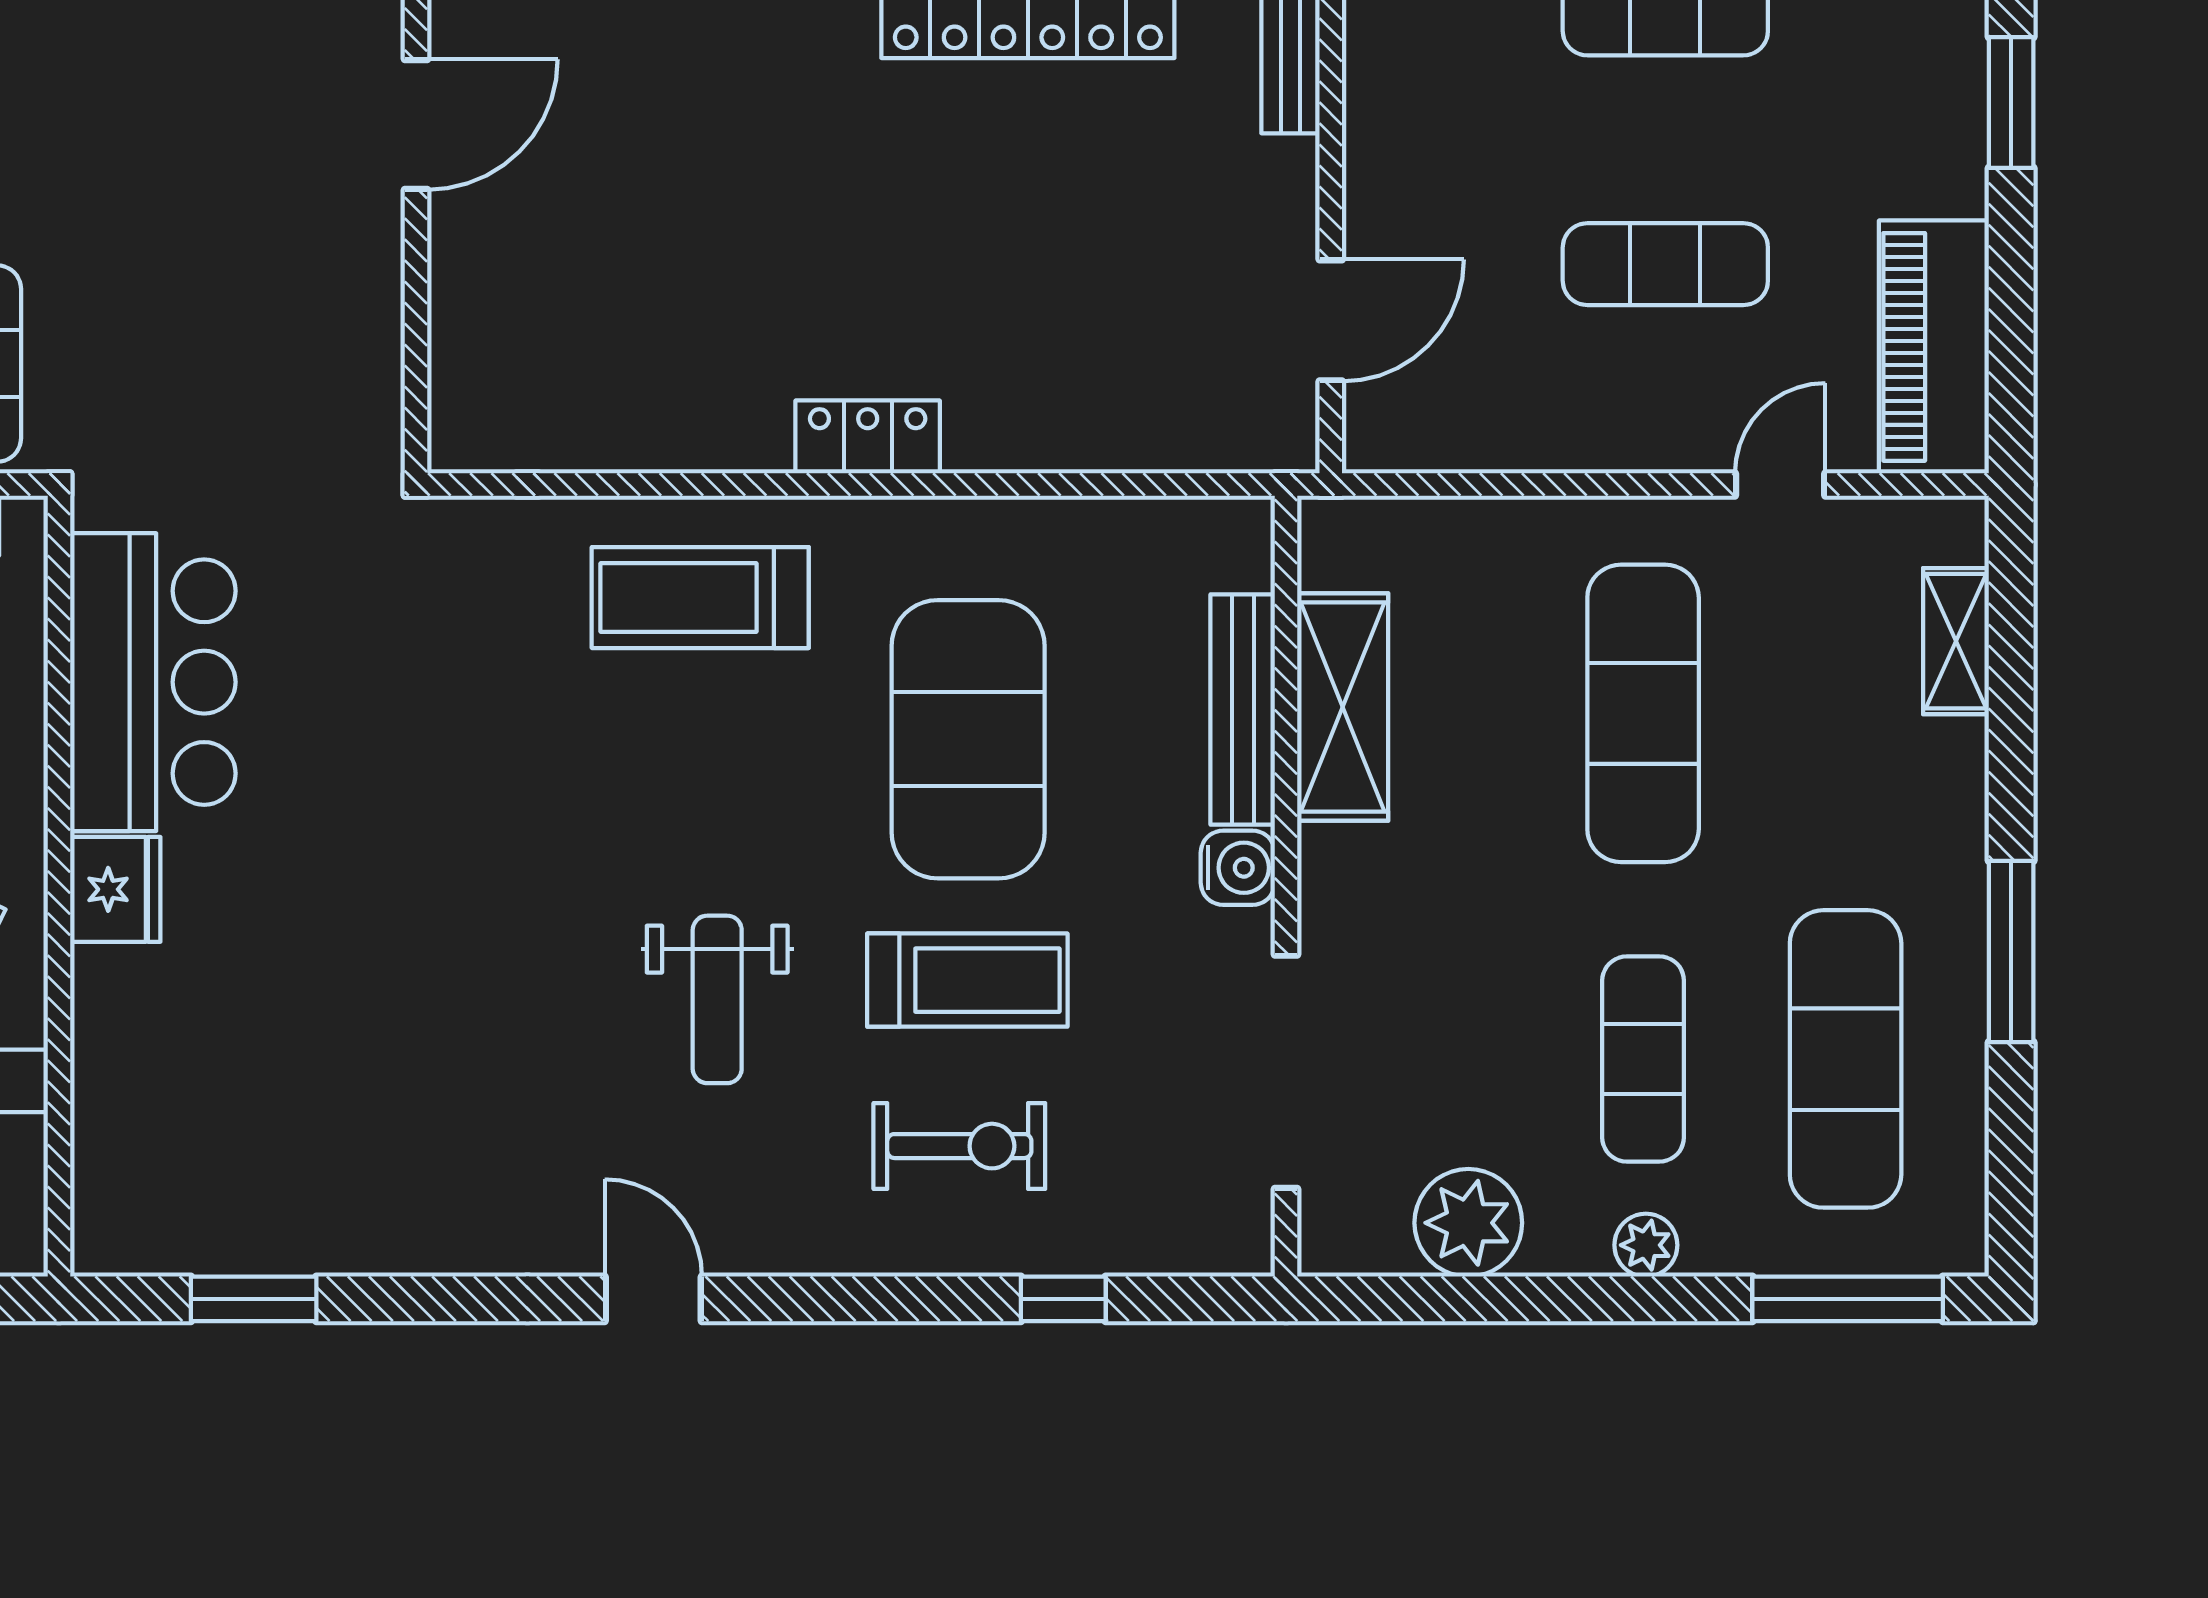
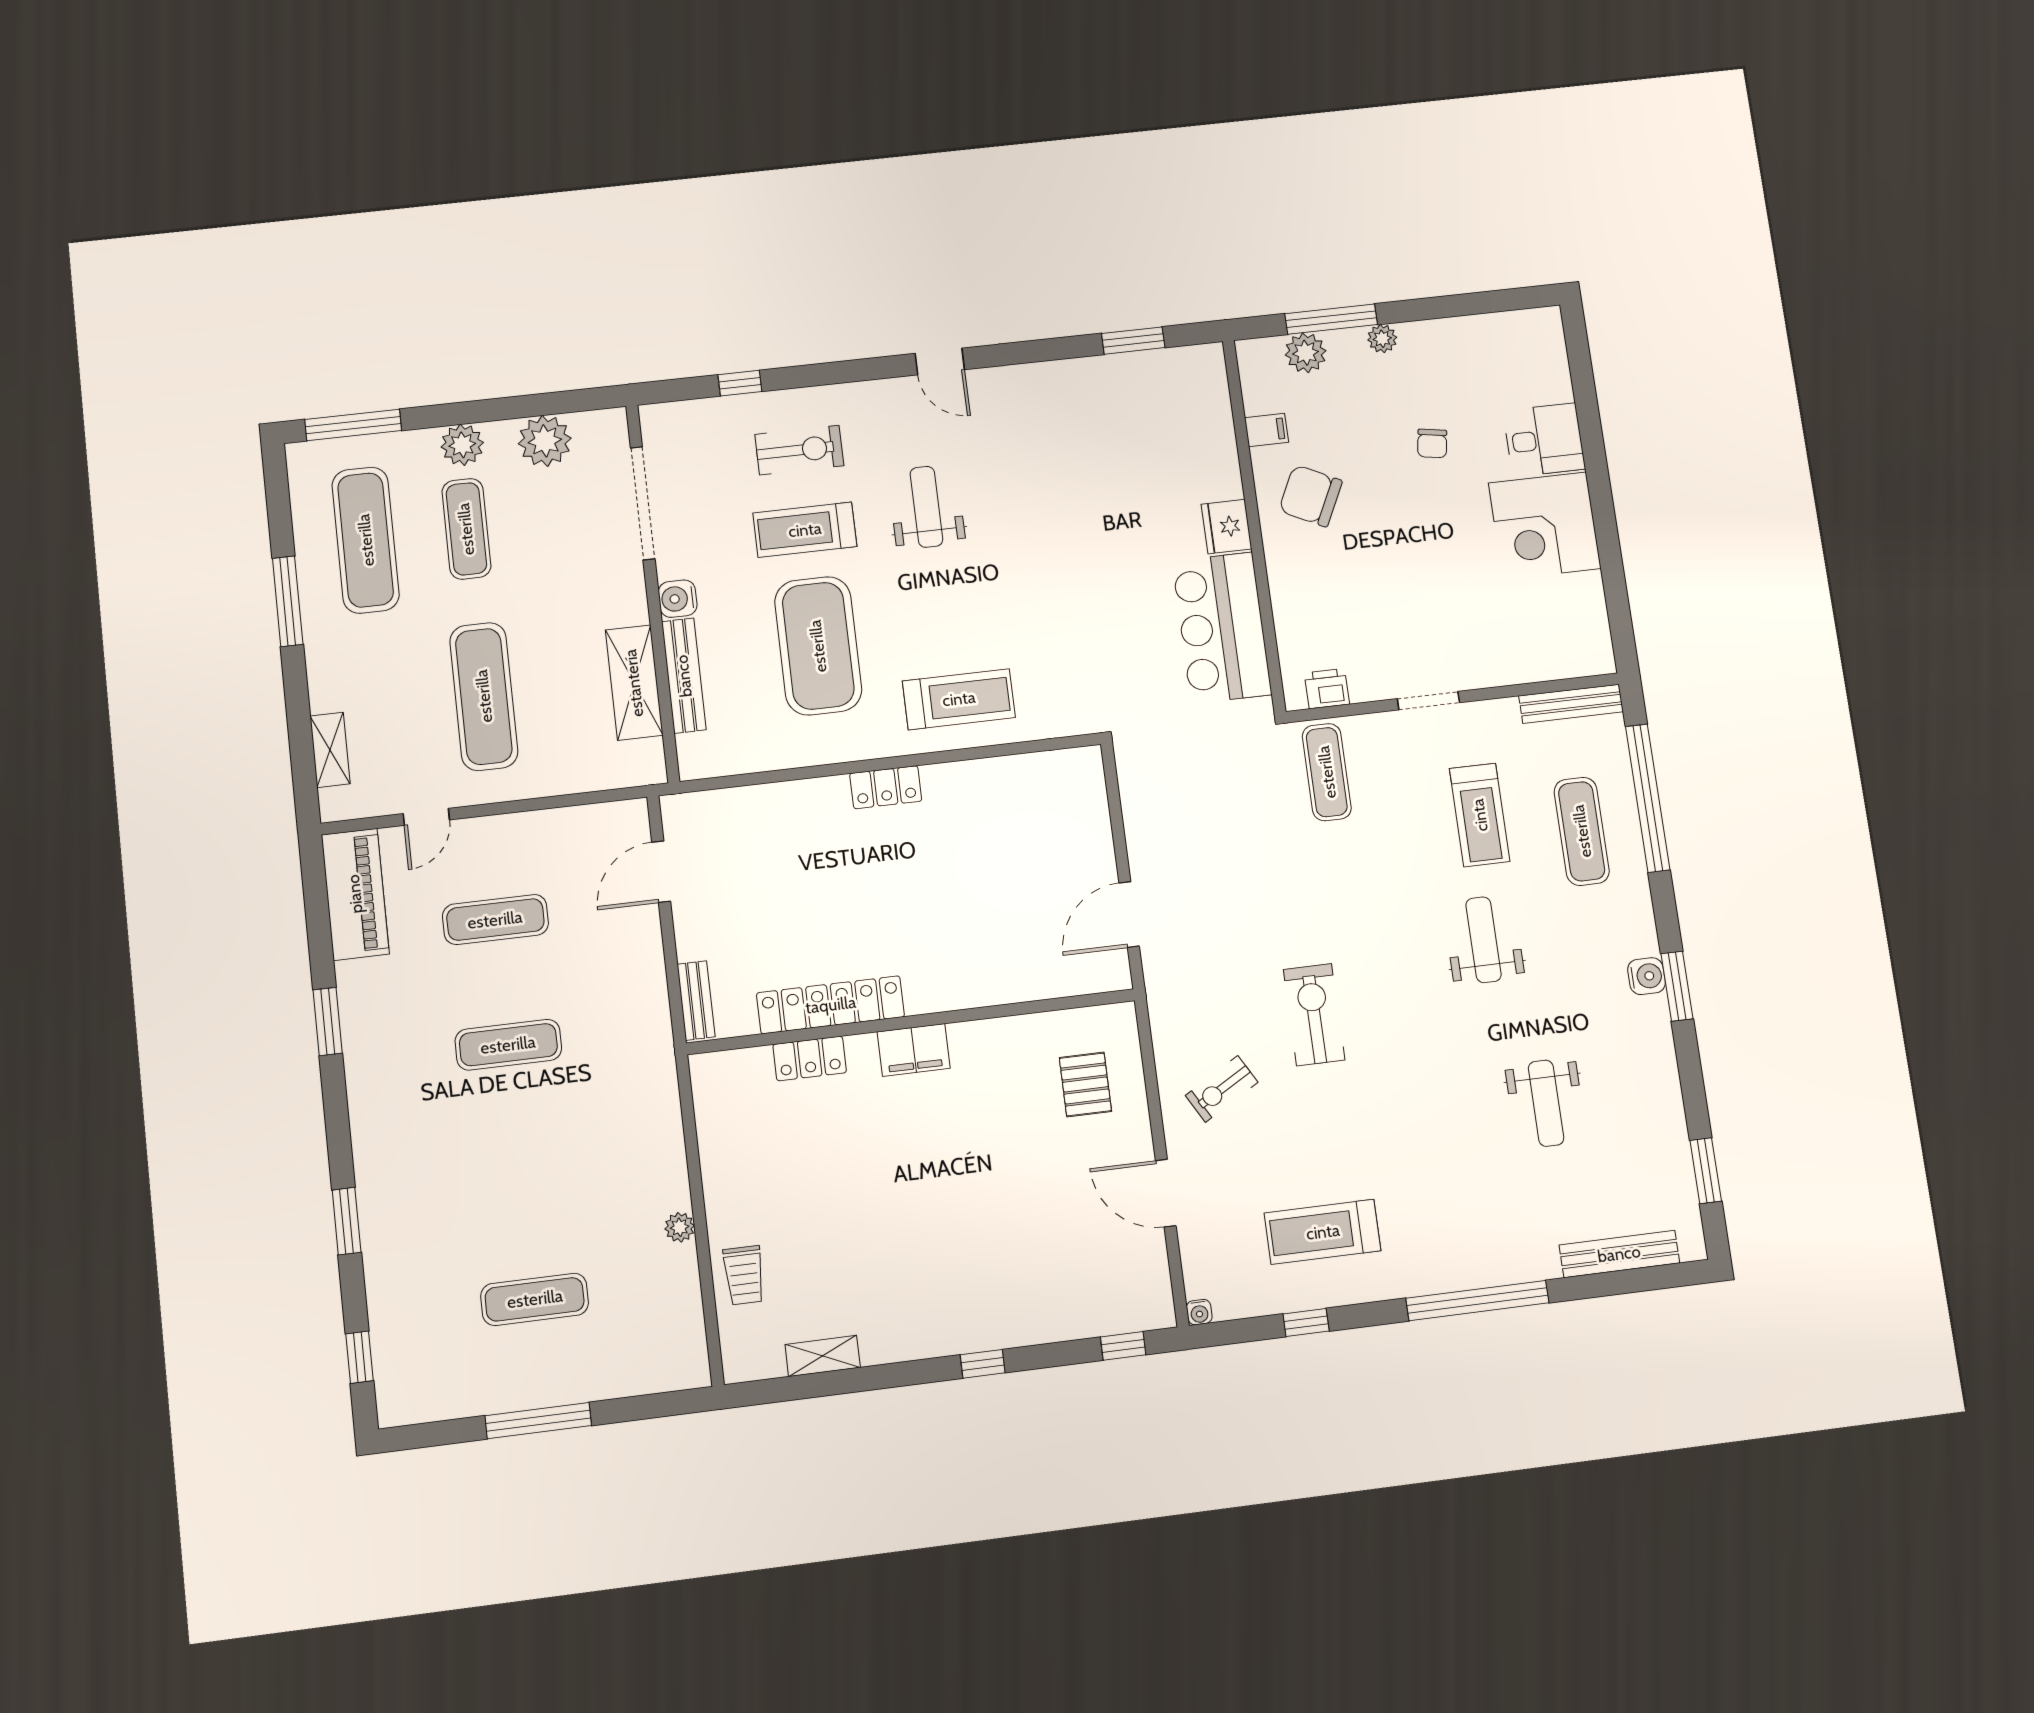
exercise bike: (959, 1146) -> (799, 450), turned 180
plant: (1646, 1245) -> (462, 445), width x1.38, depth x1.38

